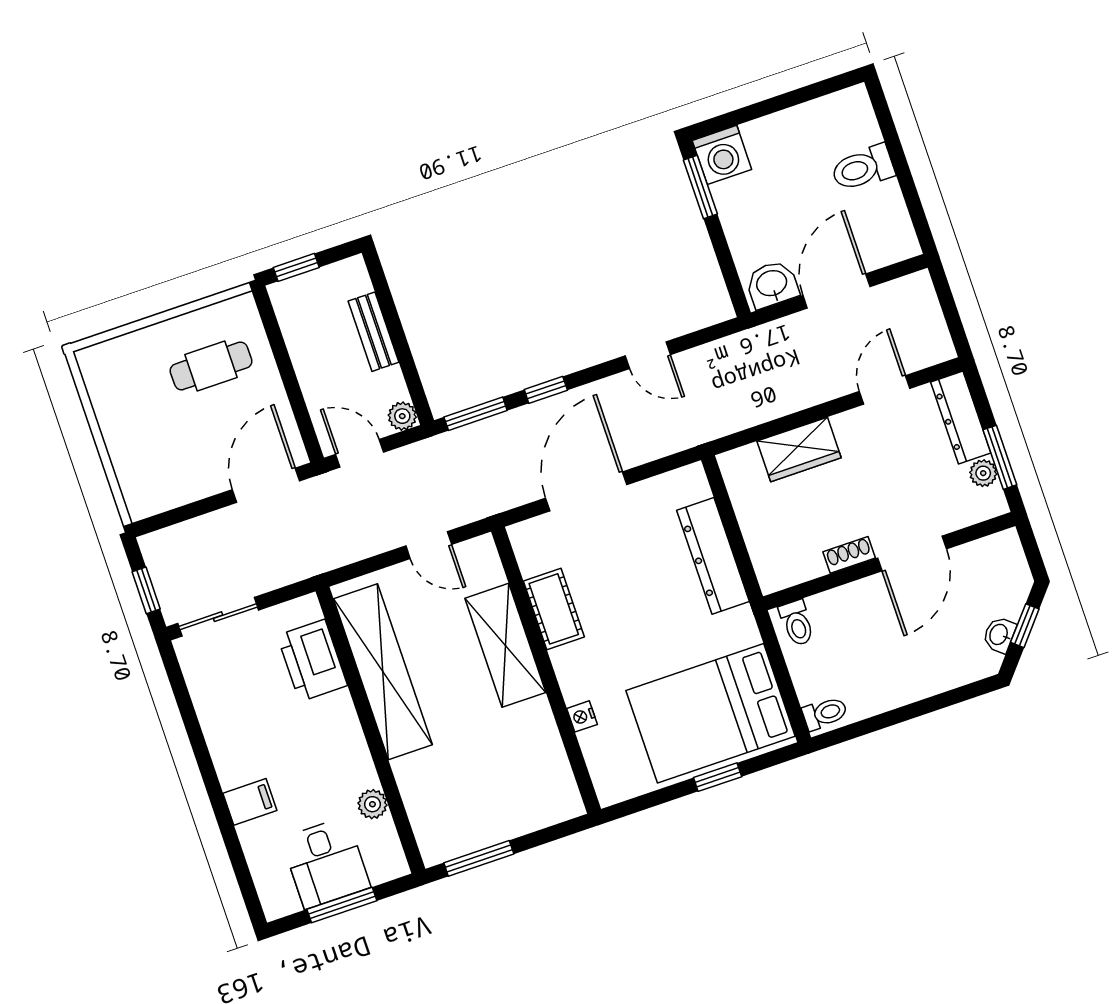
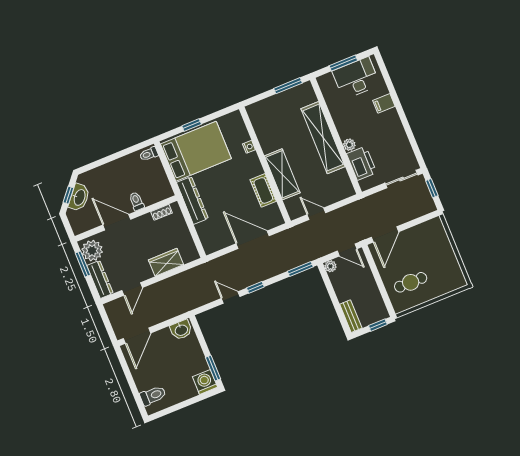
toilet: (863, 168) -> (153, 396), moved
door: (837, 291) -> (137, 336), moved
bench: (373, 332) -> (351, 316), moved
window: (546, 390) -> (255, 287), moved
plant: (983, 473) -> (92, 251), width x1.87, depth x1.87
door: (586, 491) -> (253, 240), swing flipped
door: (912, 553) -> (117, 222), hinge flipped
shoe rack: (849, 555) -> (162, 212), moved
dresser: (713, 556) -> (192, 200), moved
toilet: (797, 623) -> (137, 201), moved
washbasin: (999, 635) -> (79, 197), width x1.91, depth x1.45
shelving: (383, 672) -> (323, 138), moved
plant: (372, 804) -> (349, 145), moved
desk: (326, 863) -> (356, 78), width x1.37

